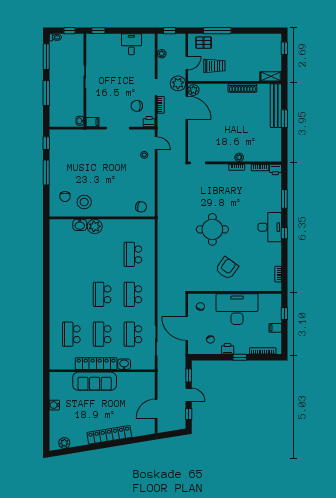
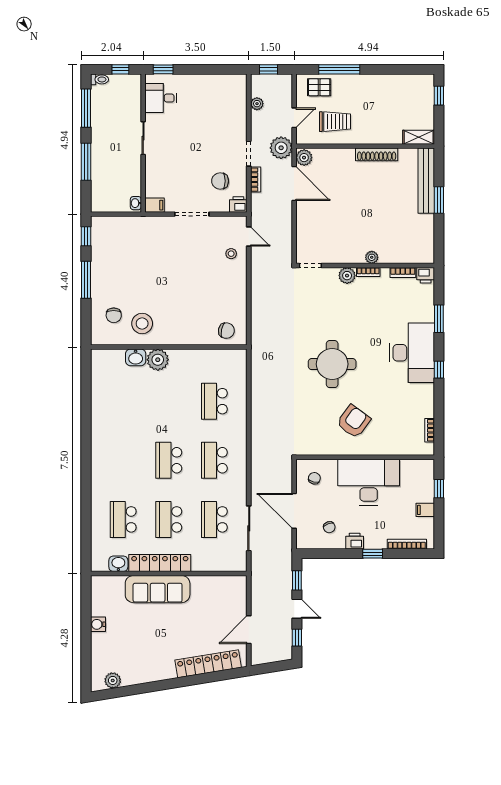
desk: (131, 44) -> (161, 98), moved, turned -90
plant: (222, 170) -> (347, 276), added
desk: (270, 227) -> (412, 353), width x1.36, depth x1.30
washbasin: (124, 364) -> (118, 564), moved
locker: (109, 435) -> (208, 664), moved

